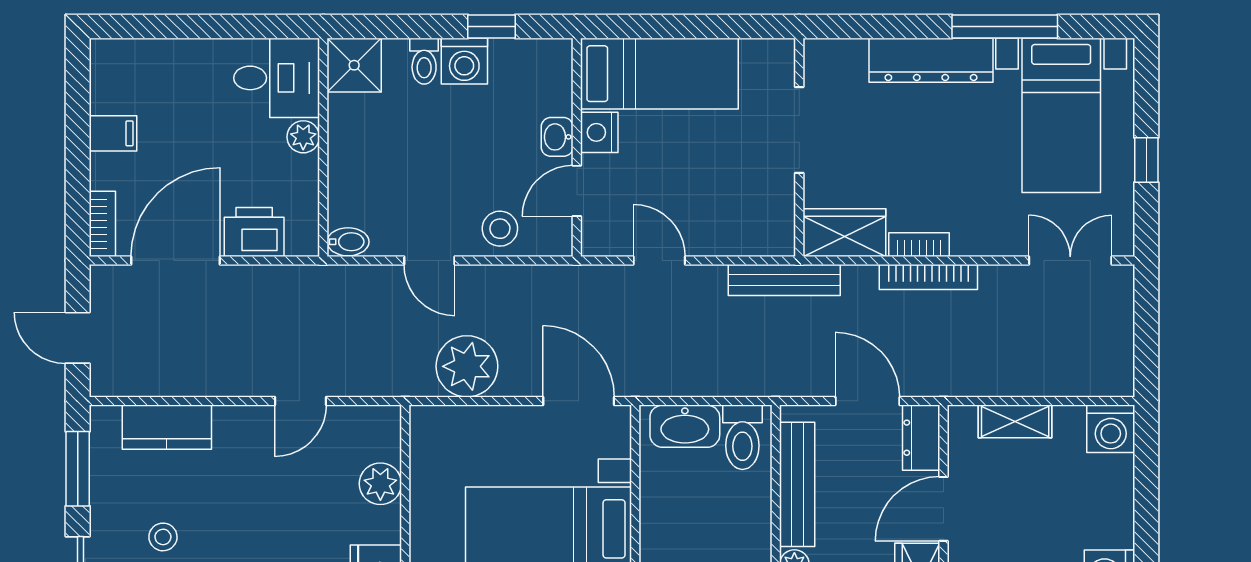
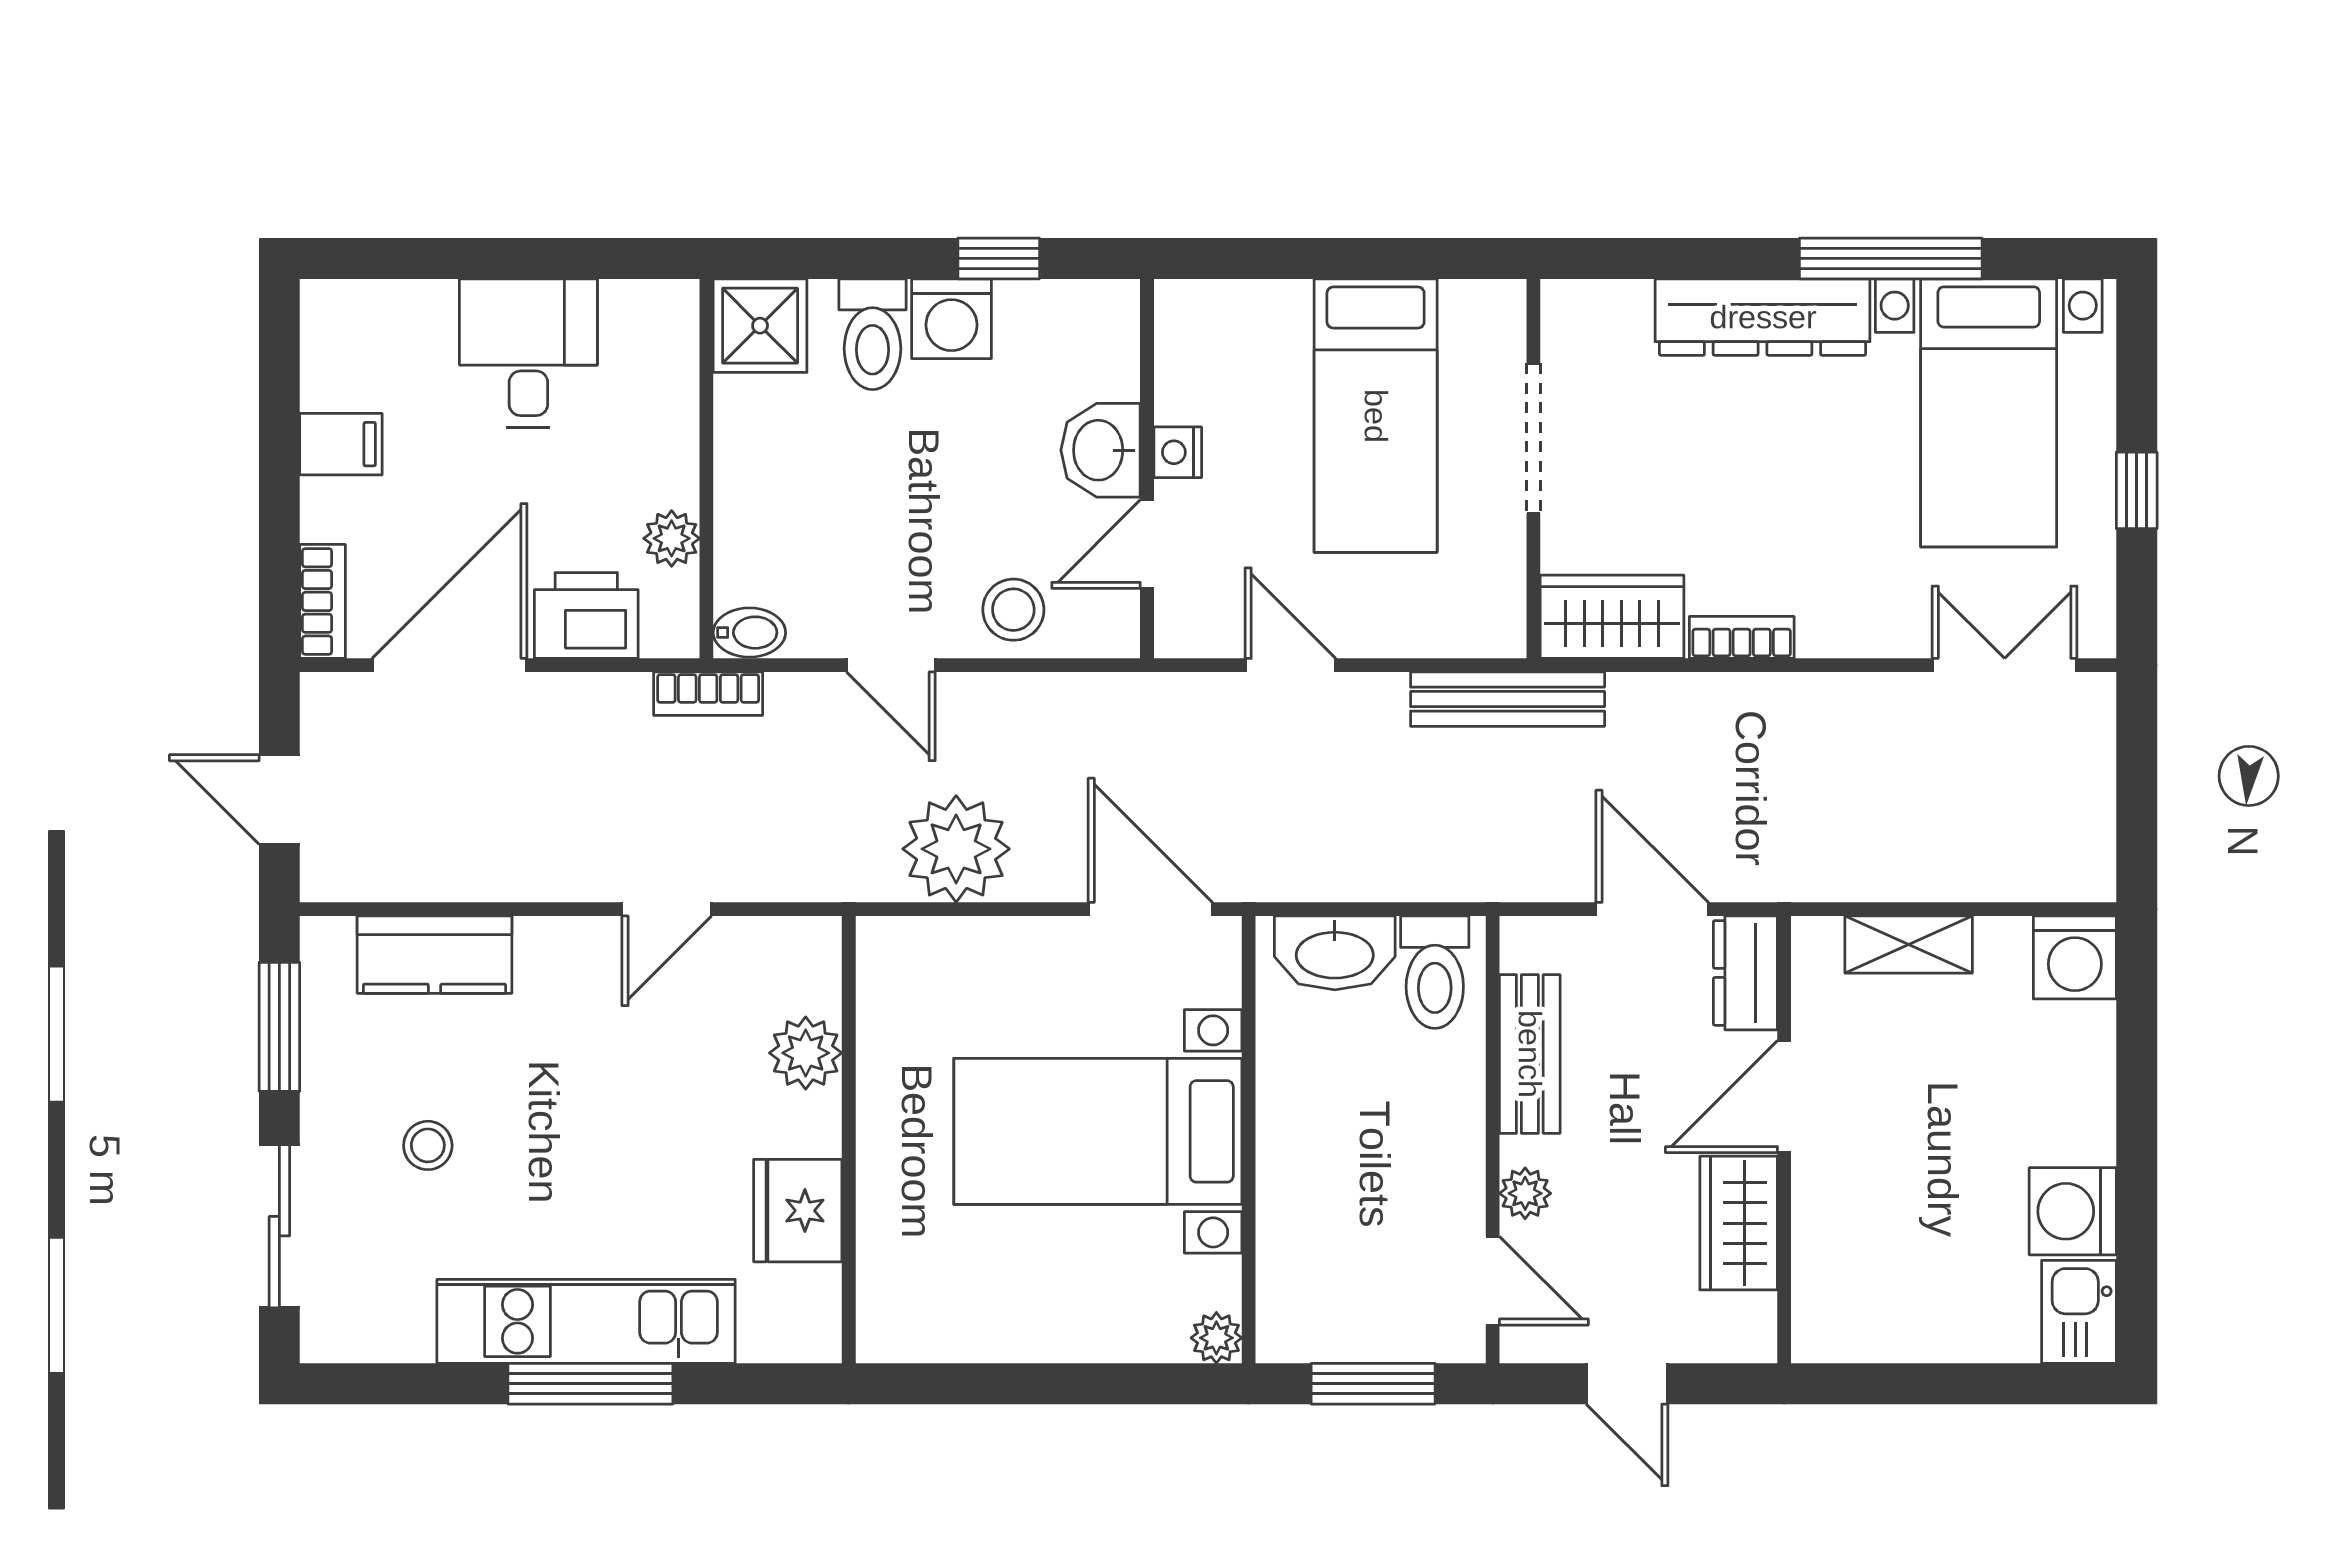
toilet: (424, 61) -> (872, 334), width x1.37, depth x1.39
bed: (659, 74) -> (1376, 416), moved, turned 90
desk: (277, 78) -> (528, 353), moved, turned -90
nightstand: (599, 132) -> (1178, 452), width x0.72, depth x0.74
plant: (303, 137) -> (672, 538), moved
washbasin: (557, 137) -> (1101, 450), width x1.38, depth x1.45
bookcase: (928, 277) -> (708, 694), moved, width x0.64
bench: (797, 484) -> (1530, 1054), width x0.73

